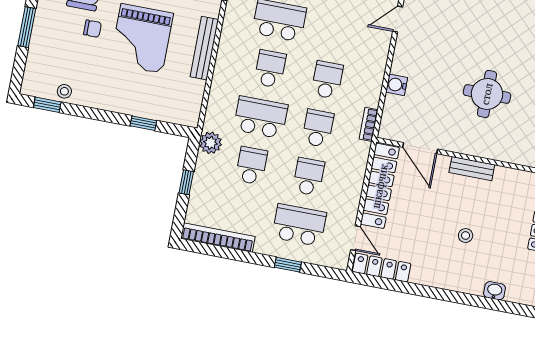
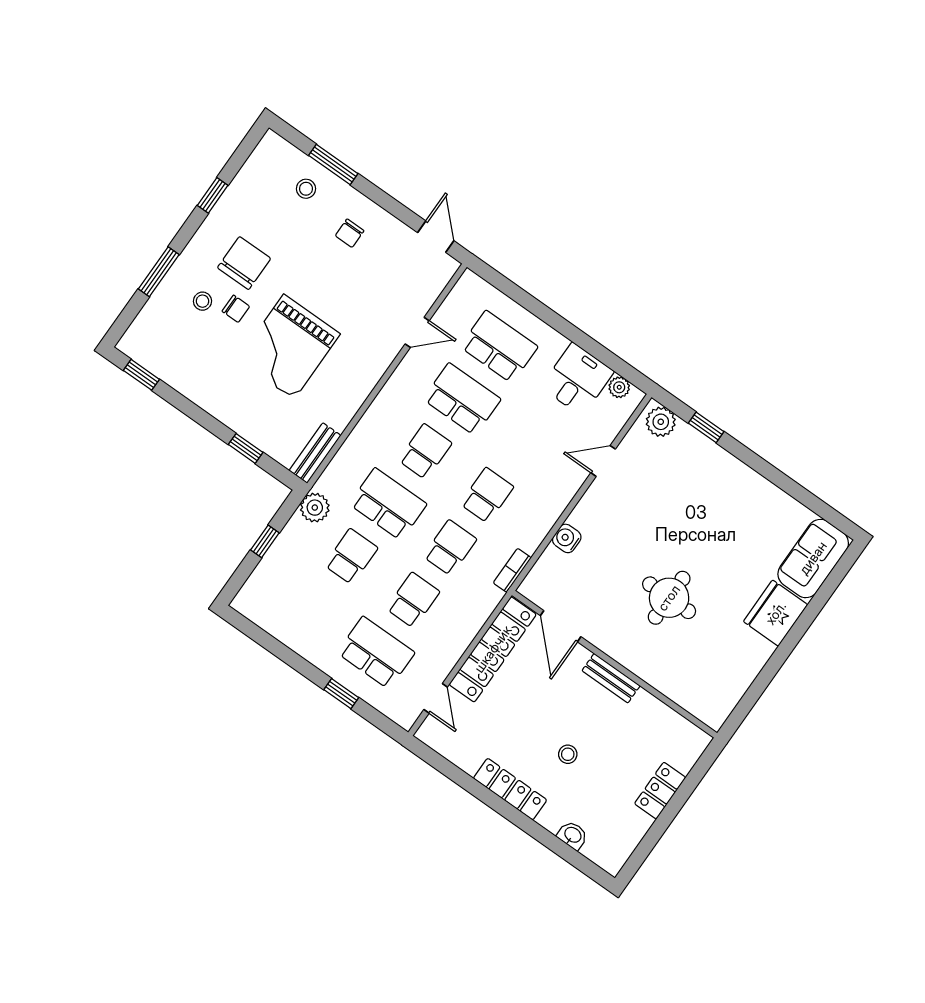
bench: (204, 48) -> (315, 453), moved, width x0.73
stool: (64, 91) -> (202, 301), moved
bookcase: (218, 238) -> (273, 624), removed
locker: (382, 268) -> (510, 789), moved

